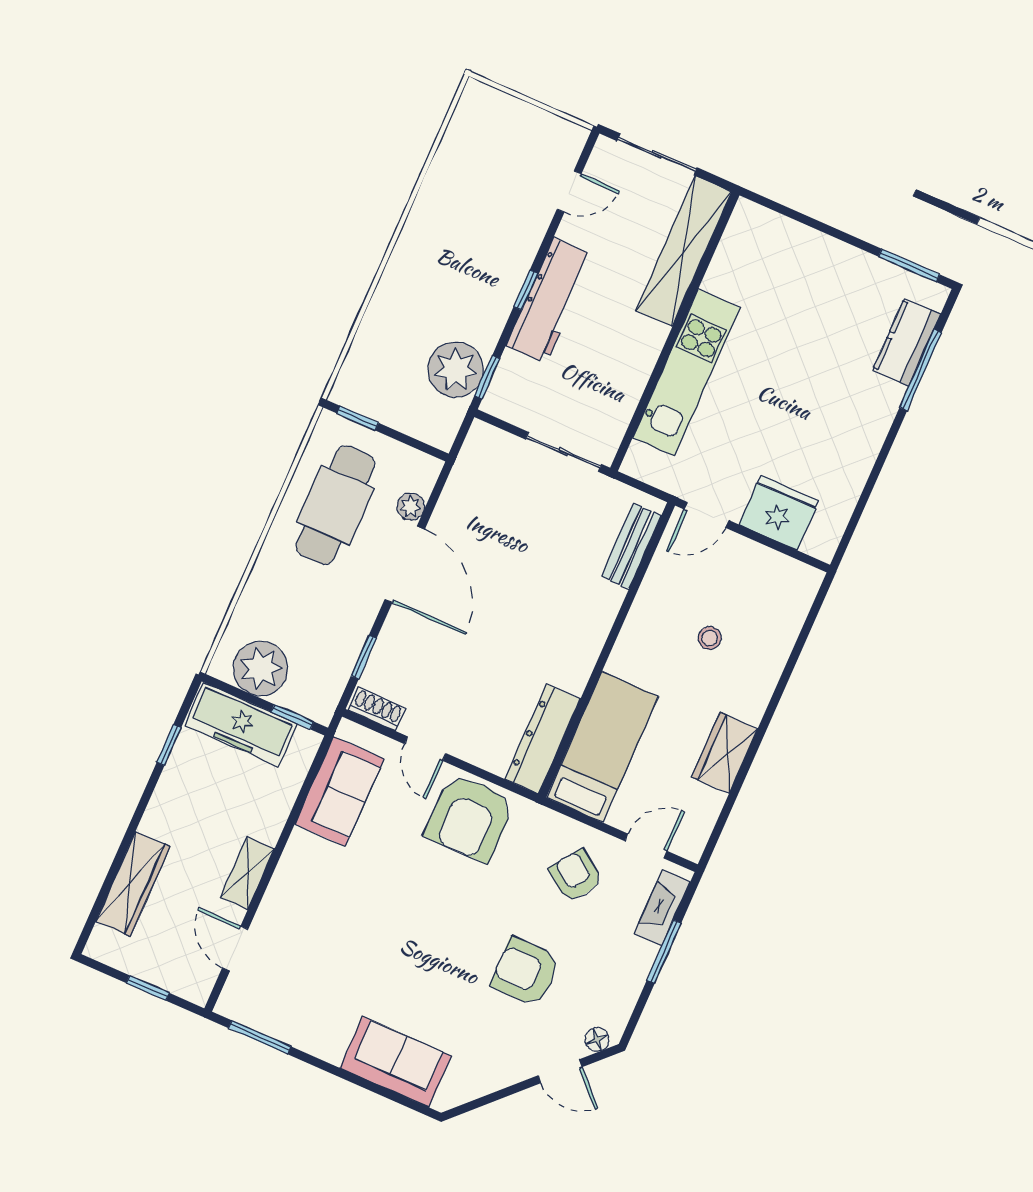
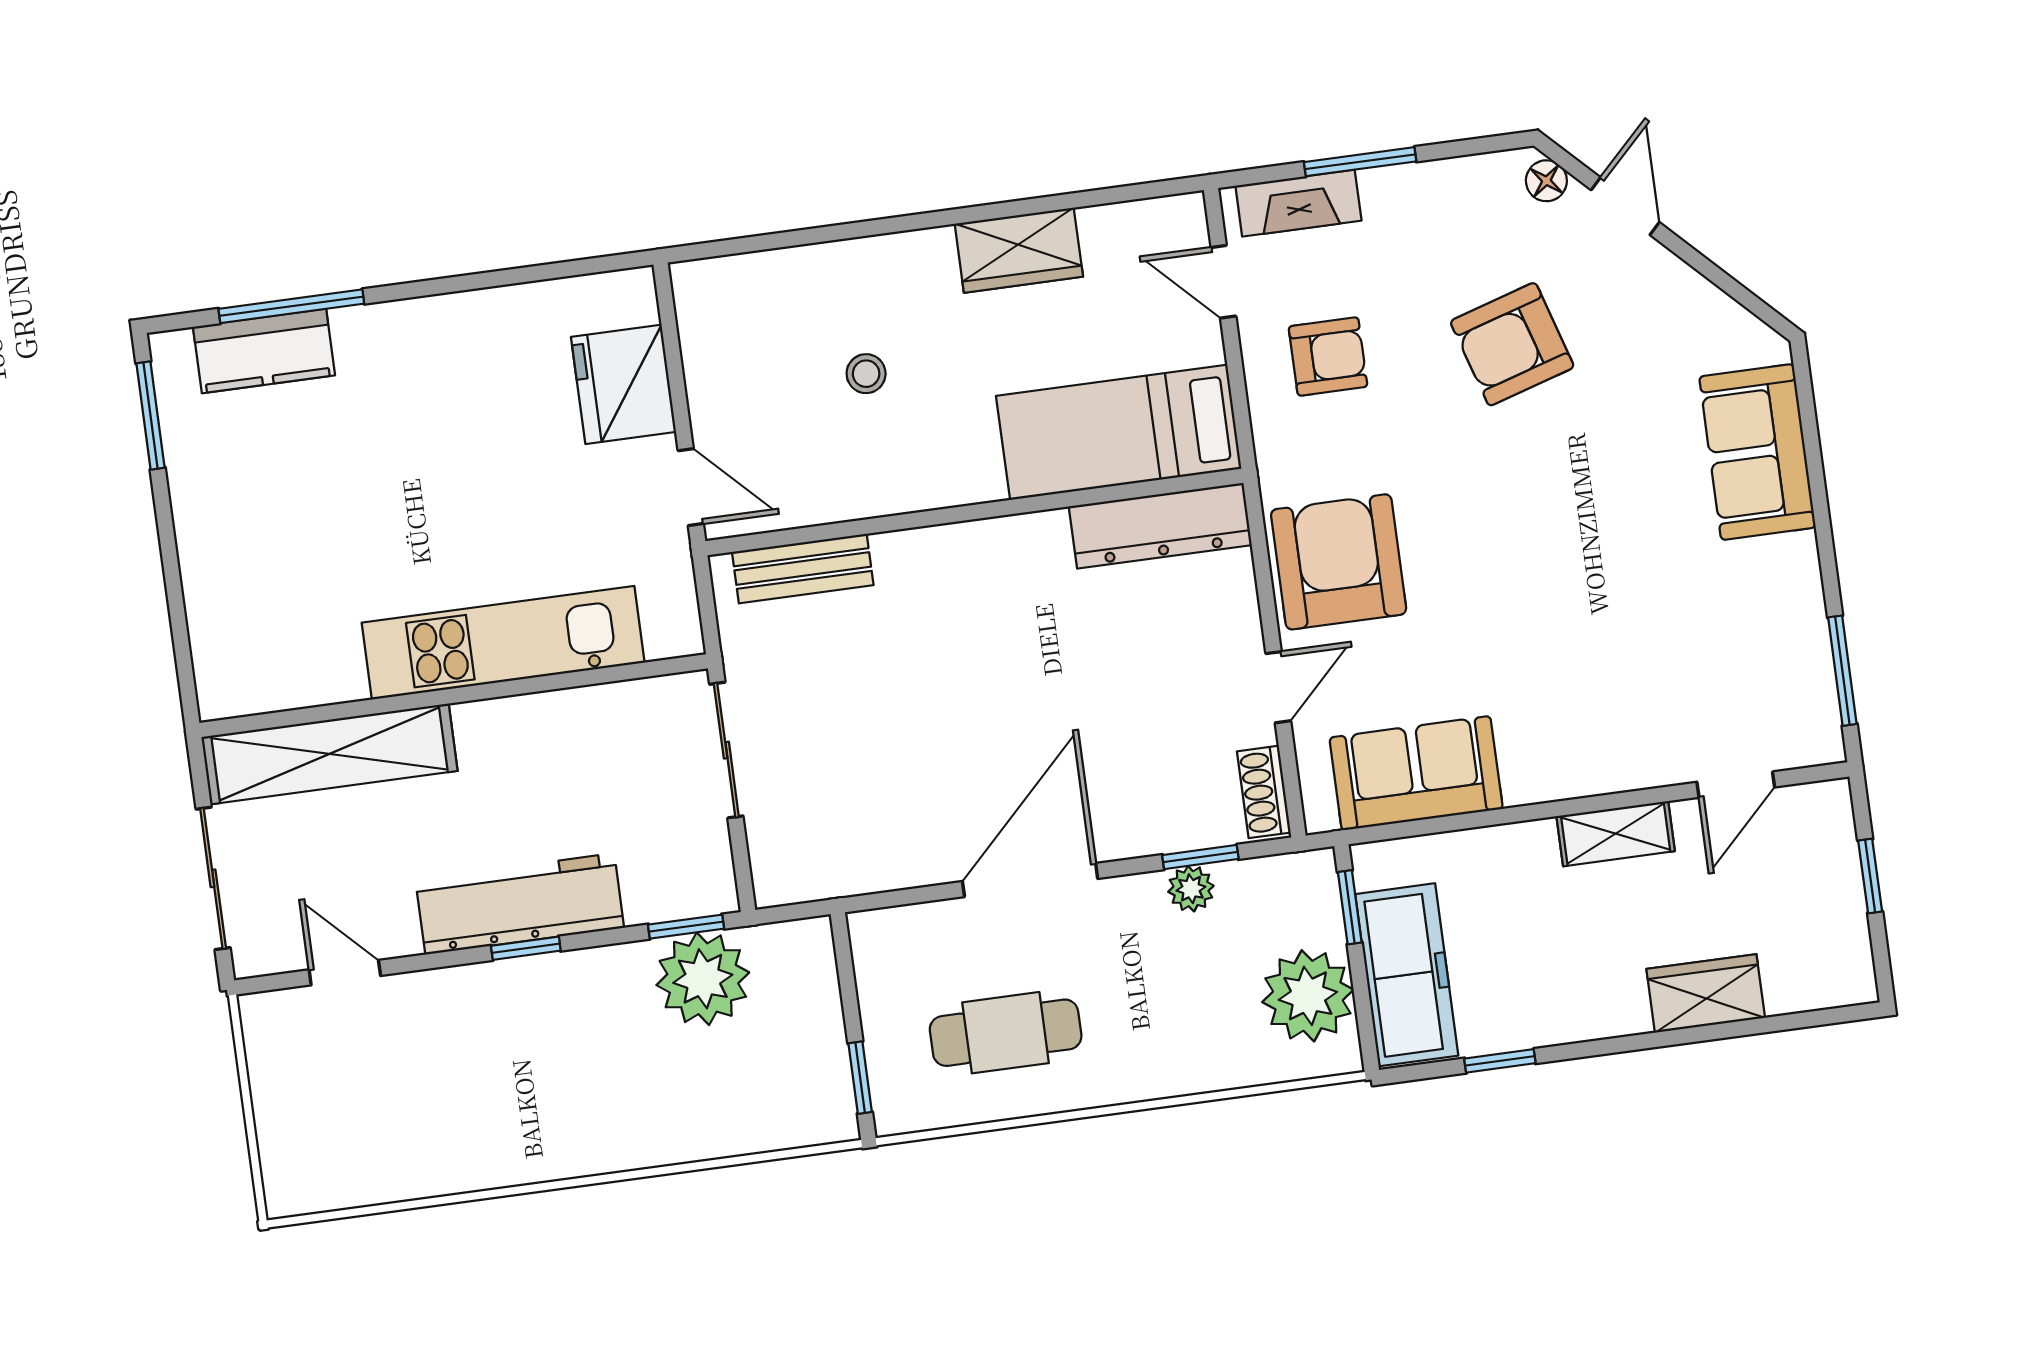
cafe table: (335, 505) -> (1006, 1033), width x0.73, depth x0.74
plant: (411, 507) -> (1191, 889), moved
armchair: (469, 818) -> (1339, 562), turned -90
armchair: (576, 875) -> (1328, 357), turned -126
wardrobe: (133, 884) -> (1706, 993), width x0.67
armchair: (525, 972) -> (1512, 344), turned 73

